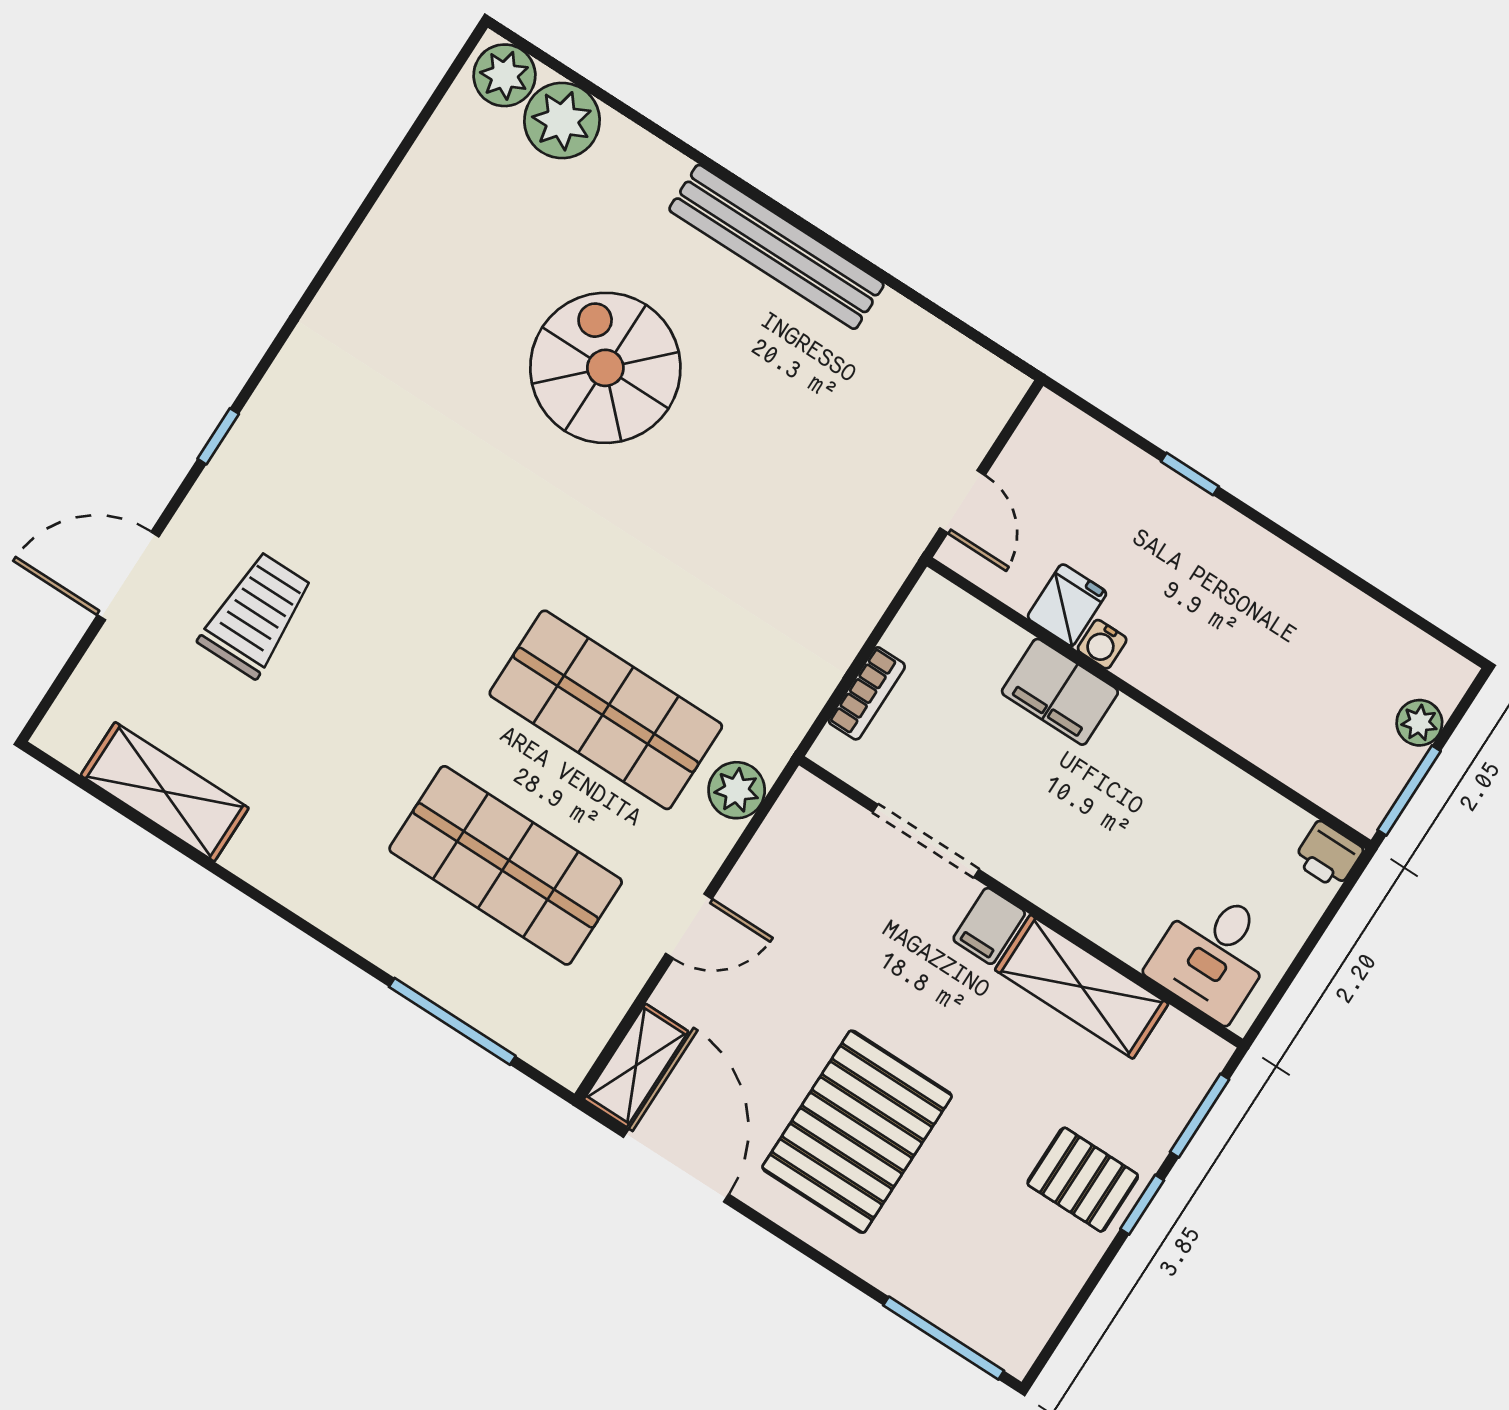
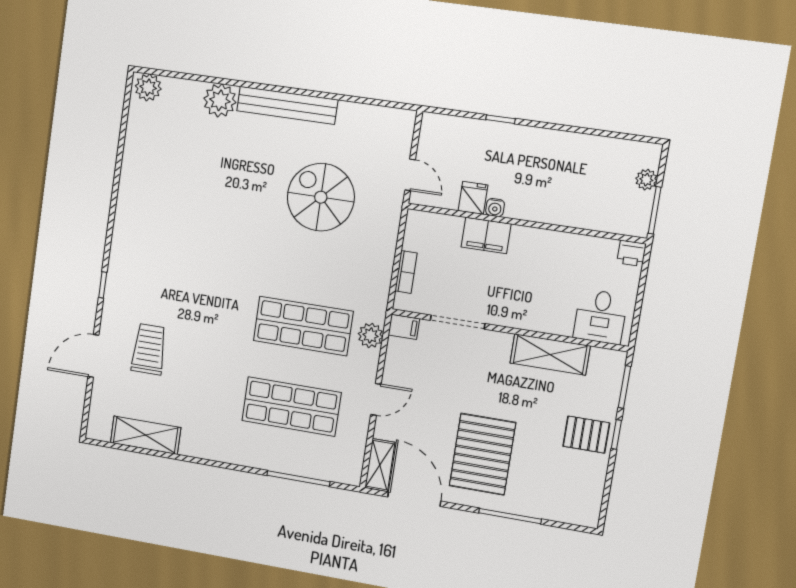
plant: (562, 120) -> (220, 100), moved
spiral stairs: (605, 368) -> (321, 197), moved
filing cabinet: (989, 926) -> (404, 327), moved, turned -90
window: (944, 1338) -> (510, 516), moved

